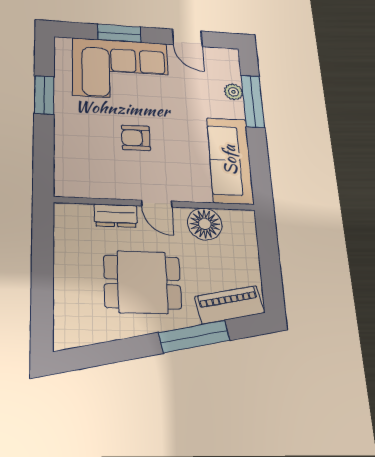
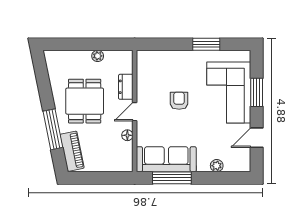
window: (253, 101) -> (172, 178), moved
floor lamp: (205, 224) -> (127, 135), width x0.53, depth x0.53
plant: (63, 259) -> (98, 56), added

